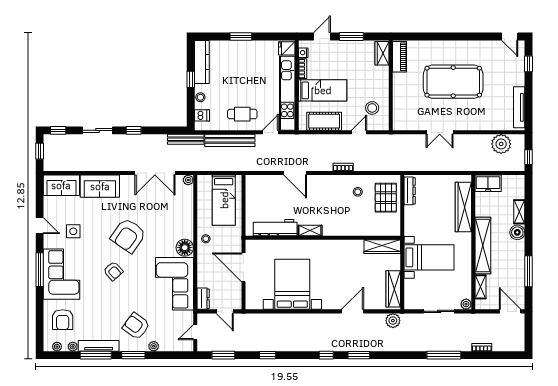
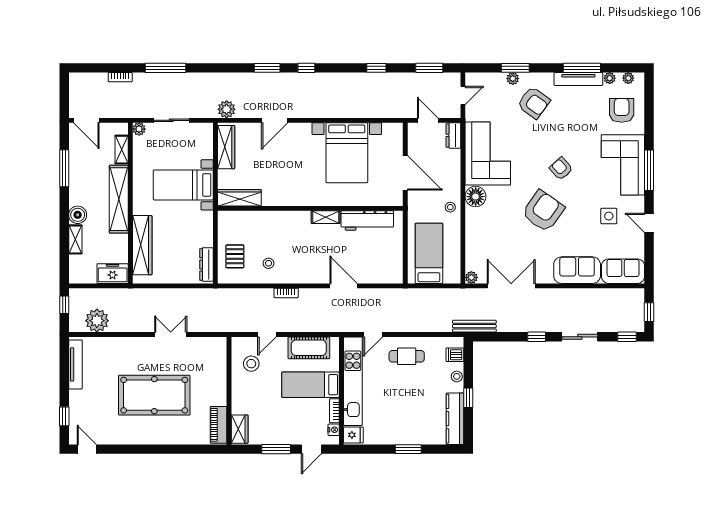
bench: (230, 140) -> (422, 325), removed
pallet: (386, 198) -> (235, 256), width x0.67, depth x0.71
window: (133, 355) -> (515, 68), moved

